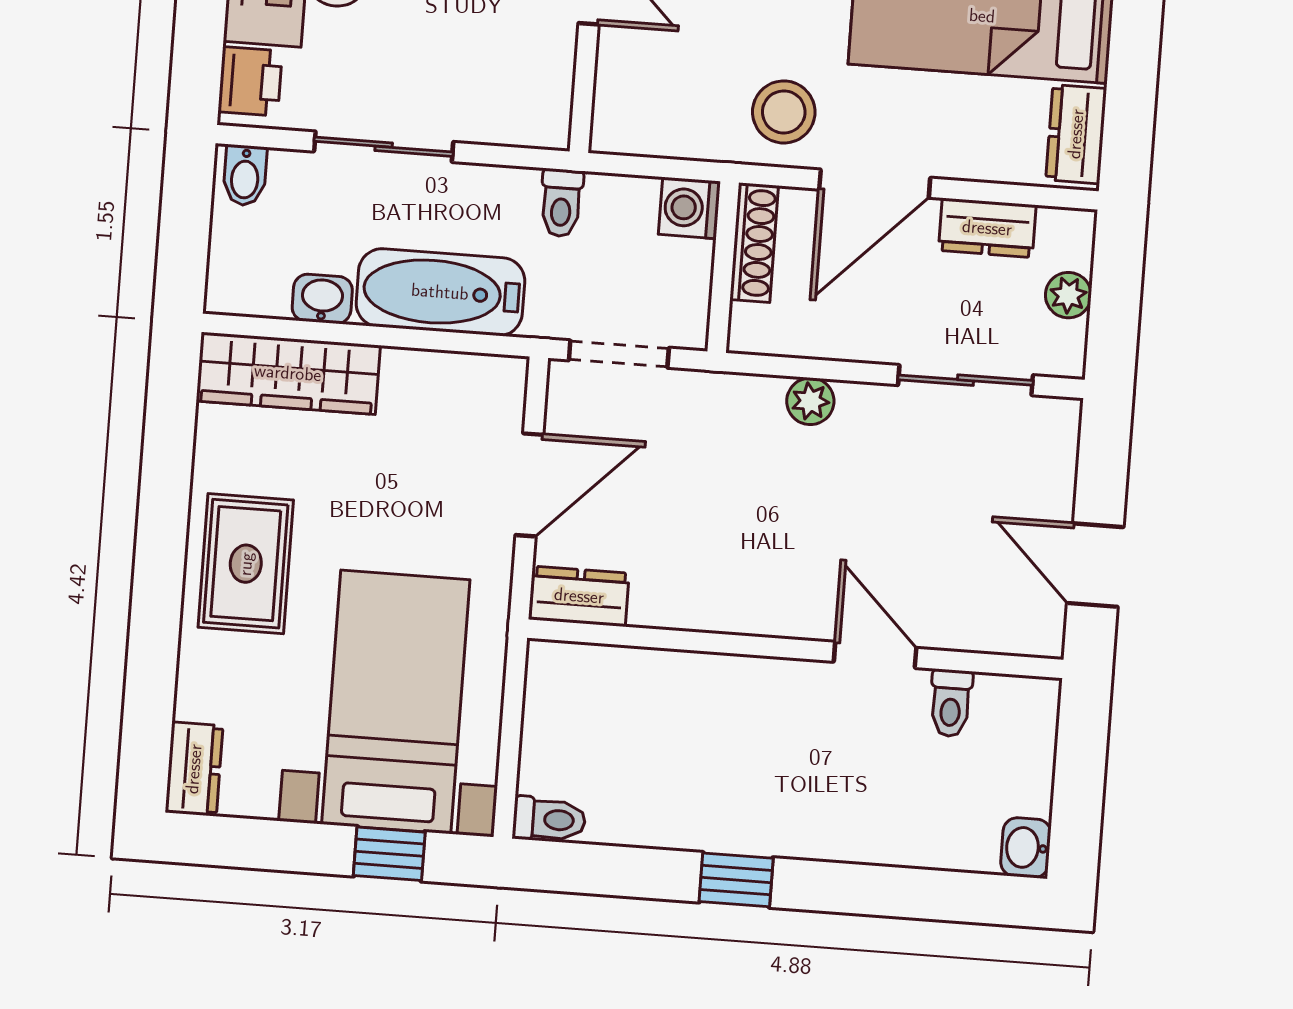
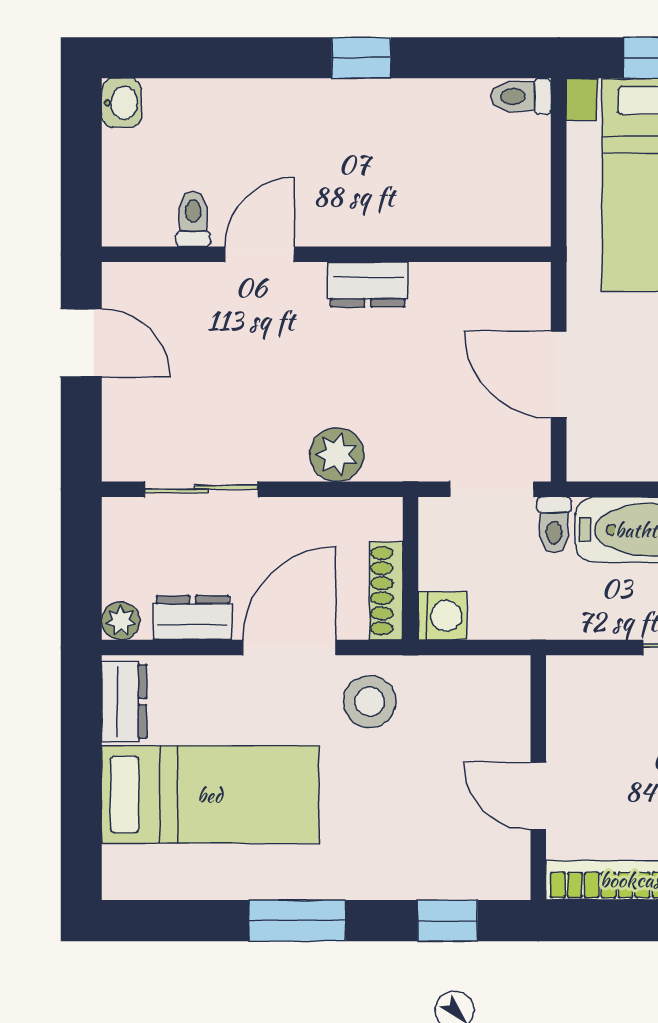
toilet: (561, 203) -> (554, 525), moved, turned 180
plant: (1068, 295) -> (121, 621), moved
plant: (810, 401) -> (337, 455), width x1.38, depth x1.38
door: (529, 485) -> (559, 374), hinge flipped
dresser: (579, 596) -> (368, 285), moved
door: (875, 655) -> (259, 254), swing flipped

